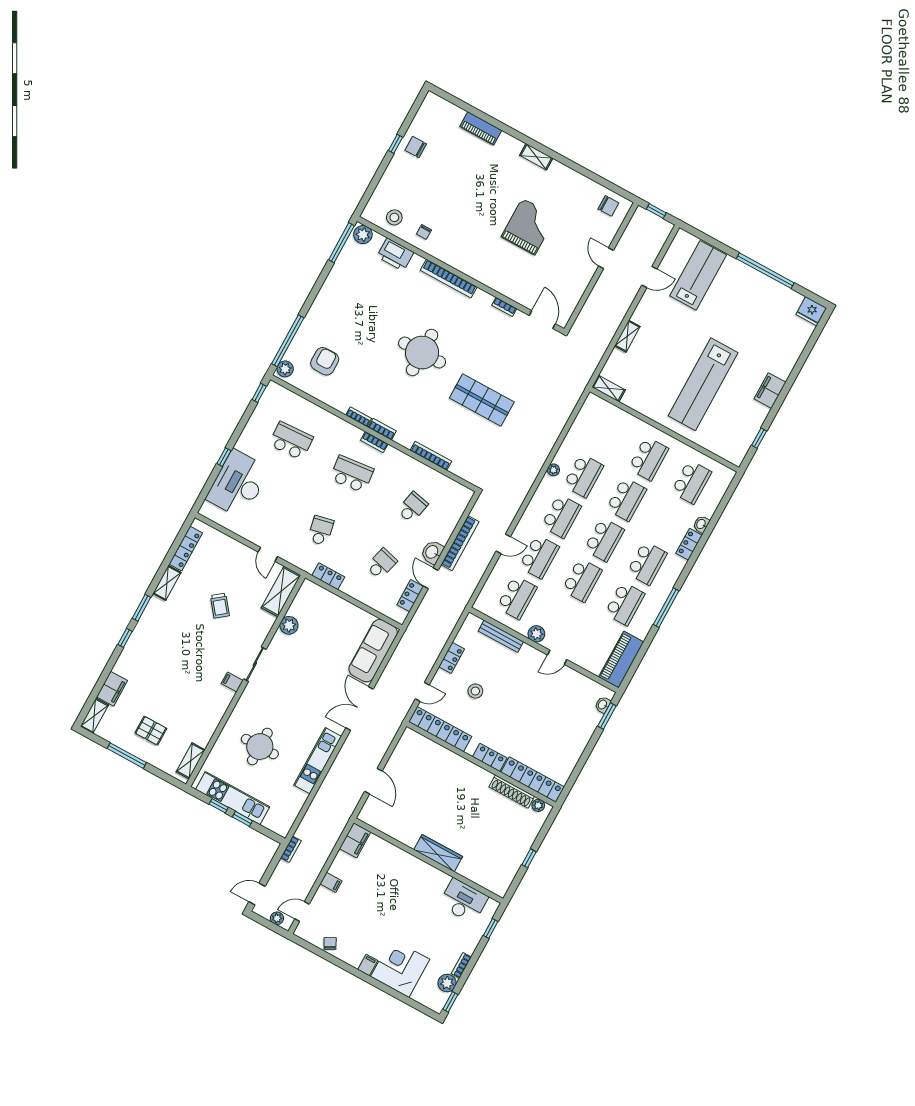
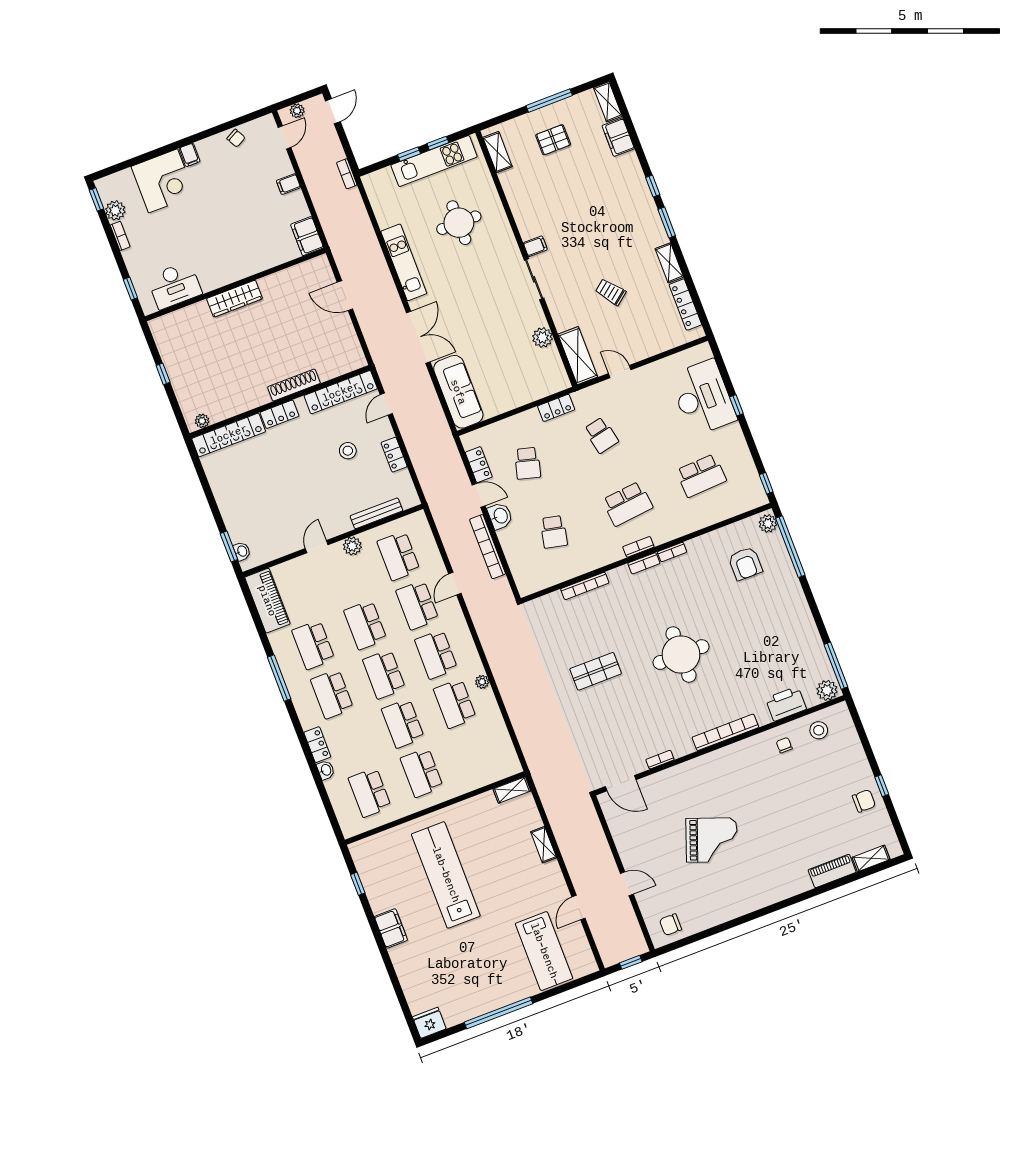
shelving: (536, 157) -> (871, 858), moved
grand piano: (529, 227) -> (712, 840), turned -70
shop shelf: (482, 400) -> (596, 671), width x0.70, depth x0.74
shoe rack: (512, 792) -> (294, 385), moved

